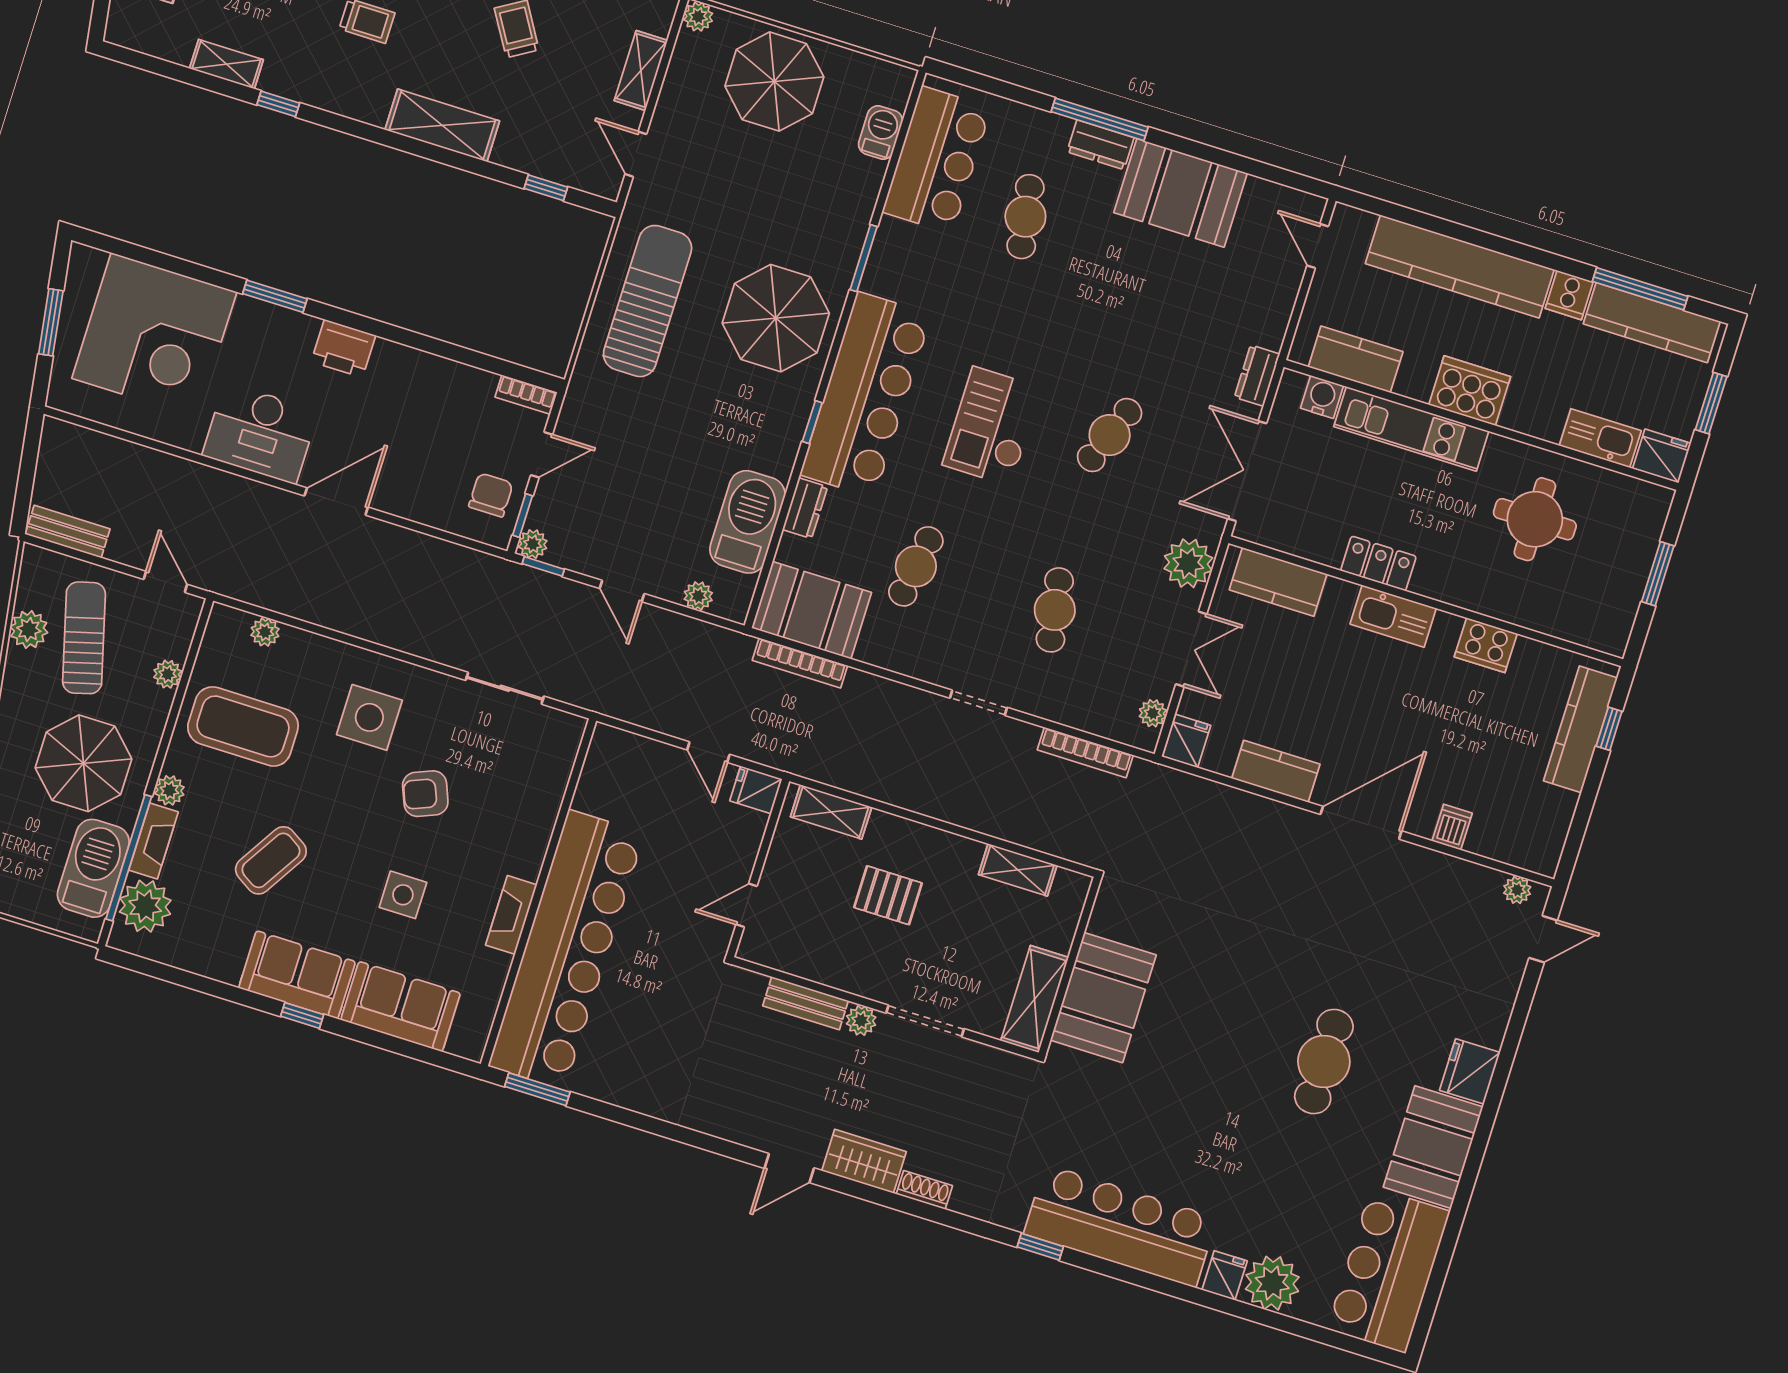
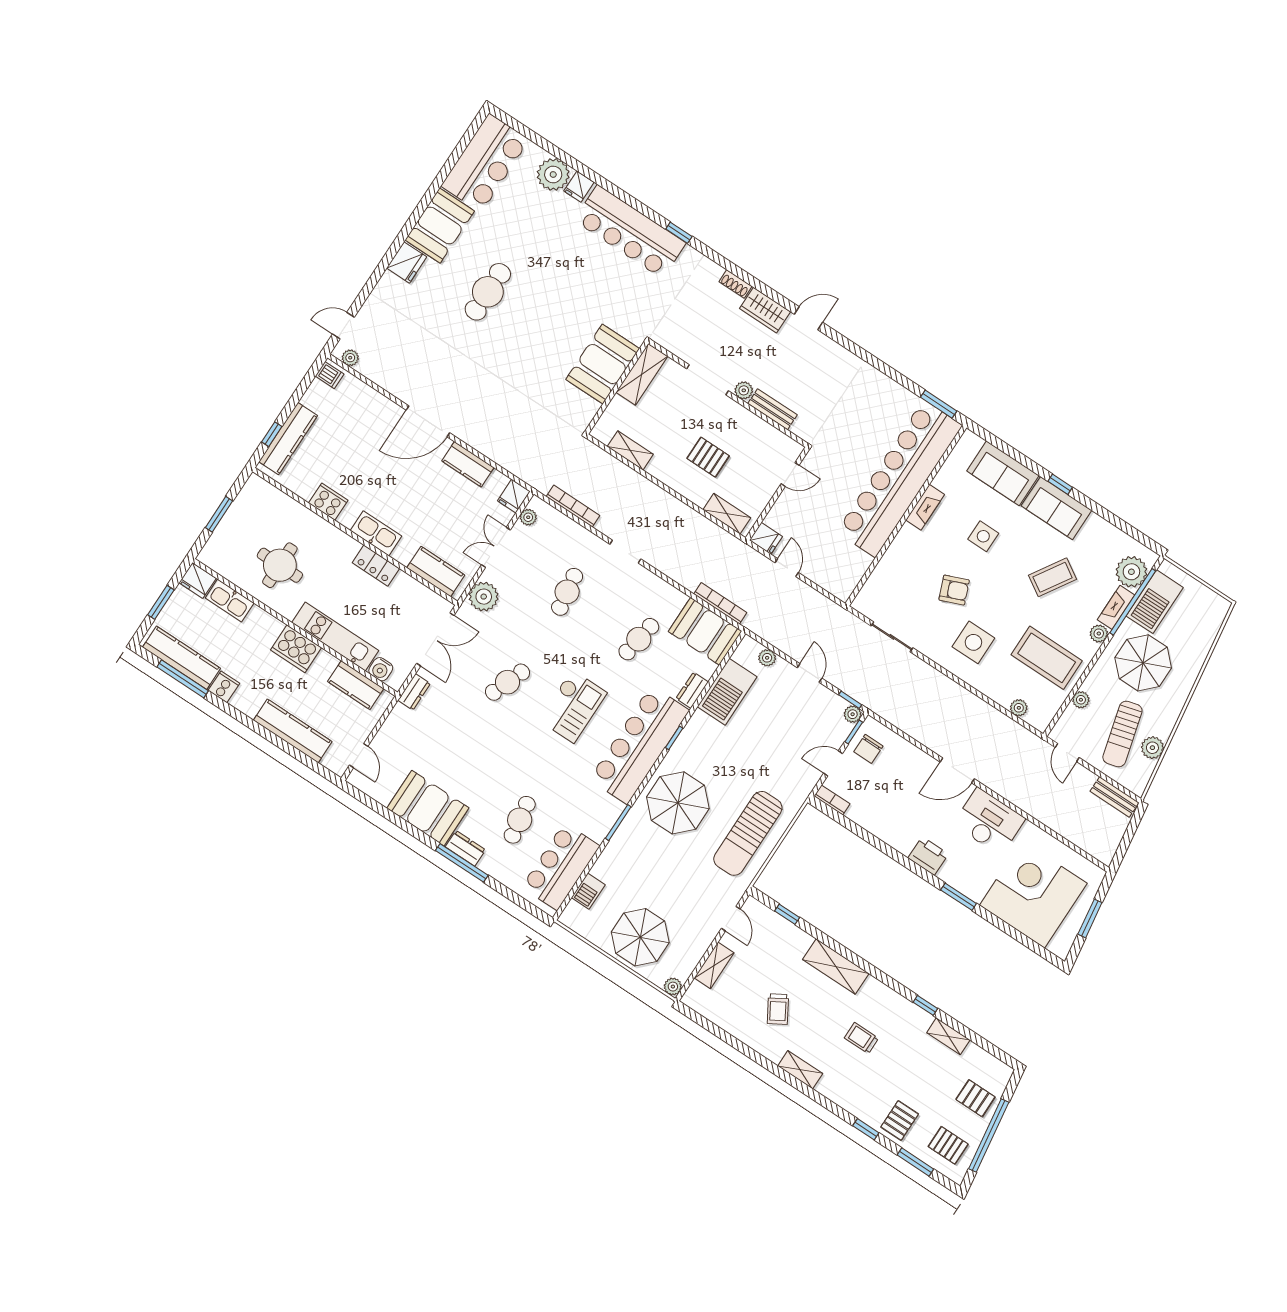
kitchen counter: (1460, 266) -> (293, 731), width x0.72, depth x0.86
dishwasher: (1452, 827) -> (330, 375), moved, turned -90

